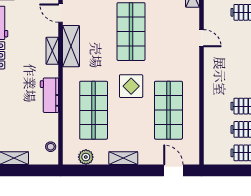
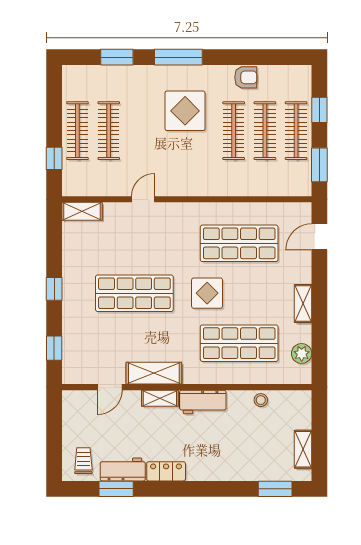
workbench: (49, 95) -> (203, 402), moved
stool: (51, 147) -> (261, 400), moved
window: (227, 170) -> (319, 165), added

